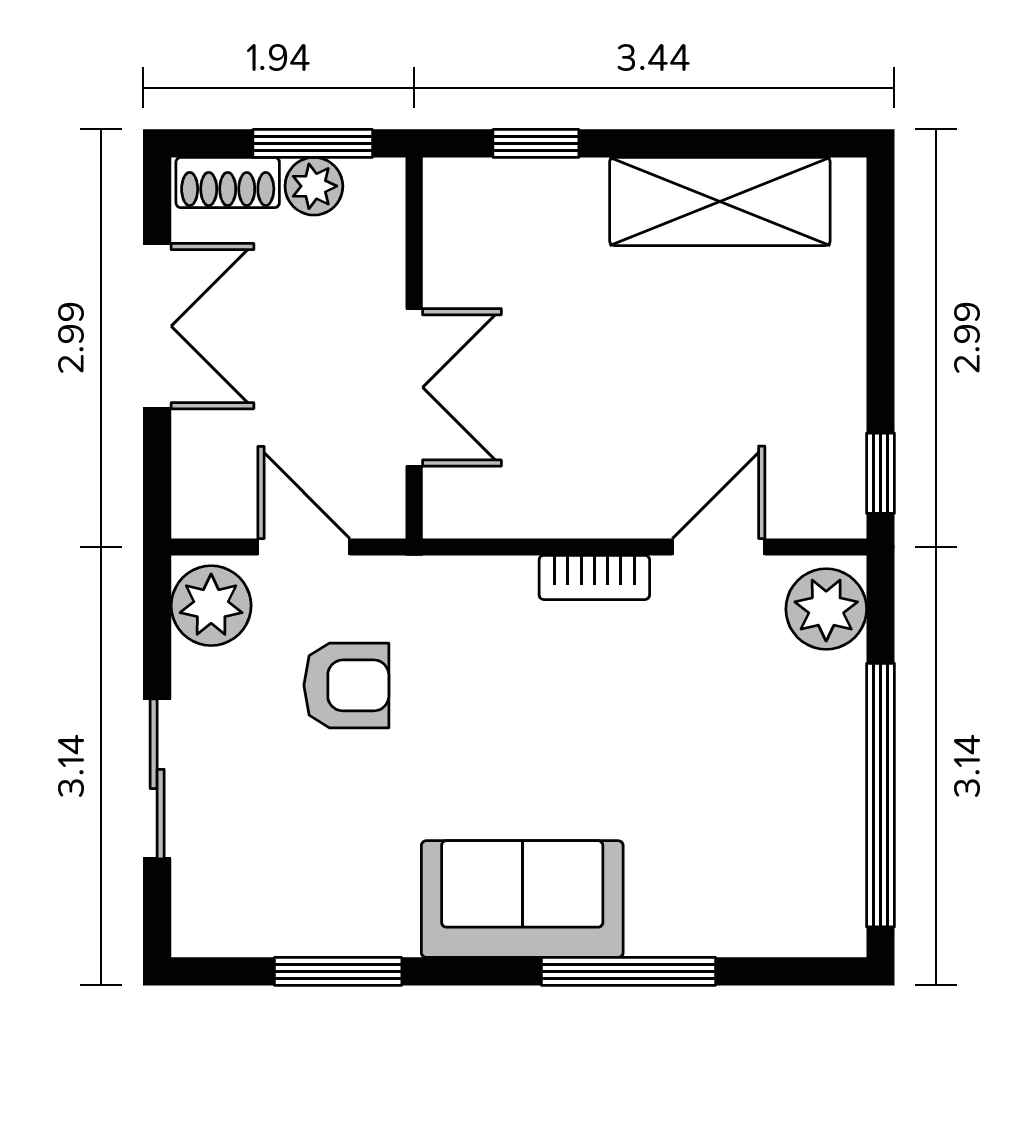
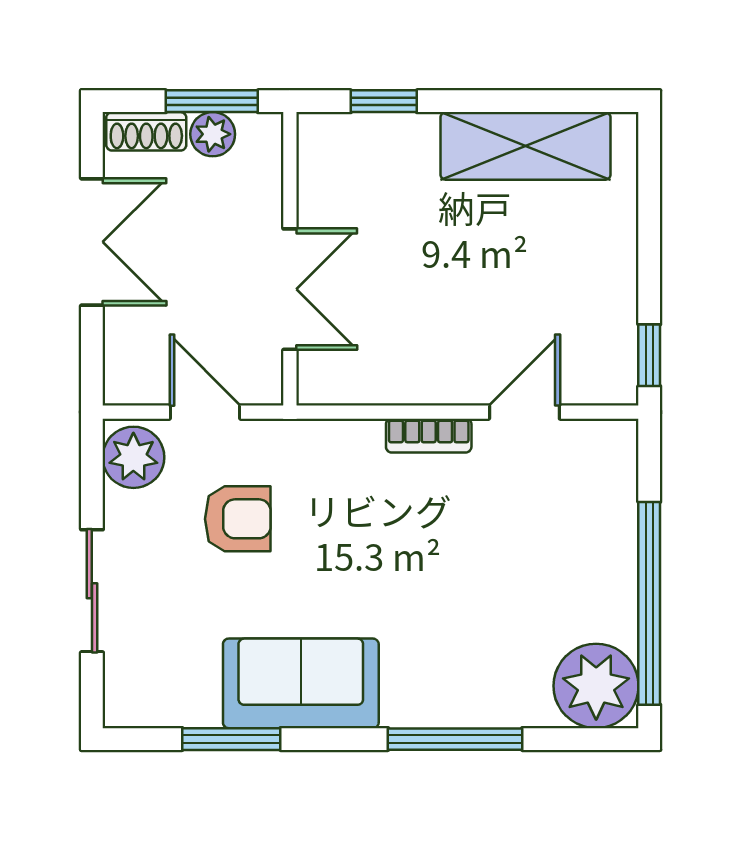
plant: (826, 609) -> (596, 686), moved, width x1.36, depth x1.36
sofa: (522, 899) -> (301, 683), moved

